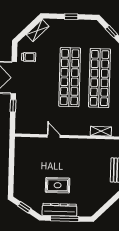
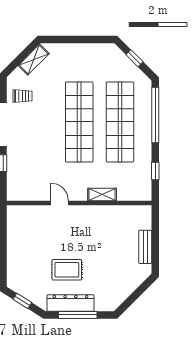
window: (71, 17) -> (79, 39), removed
shelving: (101, 131) -> (102, 194), moved

